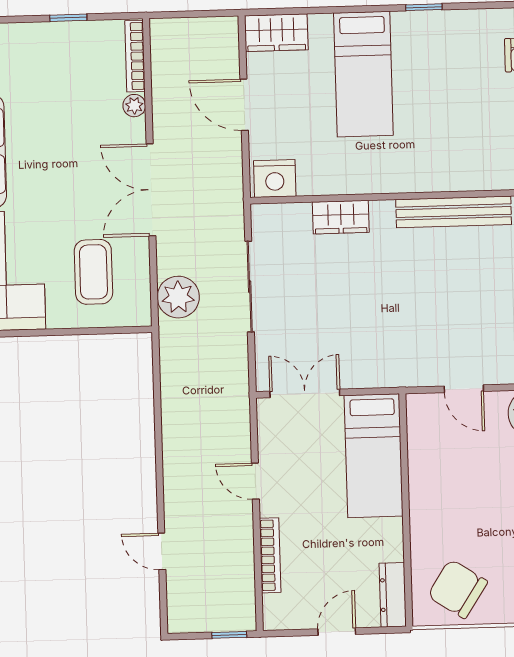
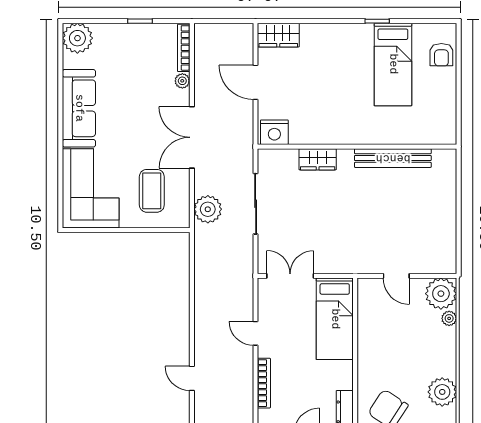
bed: (363, 74) -> (393, 64), moved

